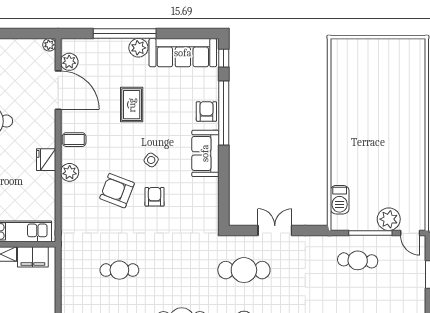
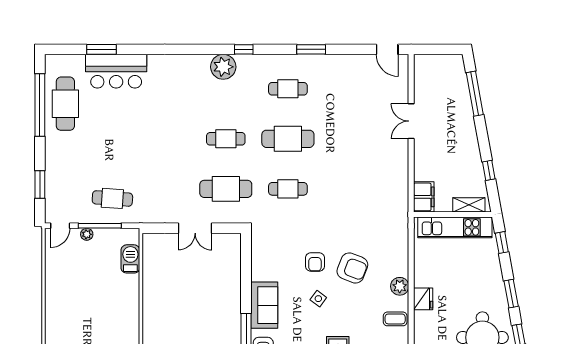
plant: (389, 219) -> (87, 234), width x0.53, depth x0.53
door: (410, 233) -> (60, 226), swing flipped
filing cabinet: (33, 257) -> (424, 197), moved, turned 90
cafe table: (119, 270) -> (288, 189), moved

